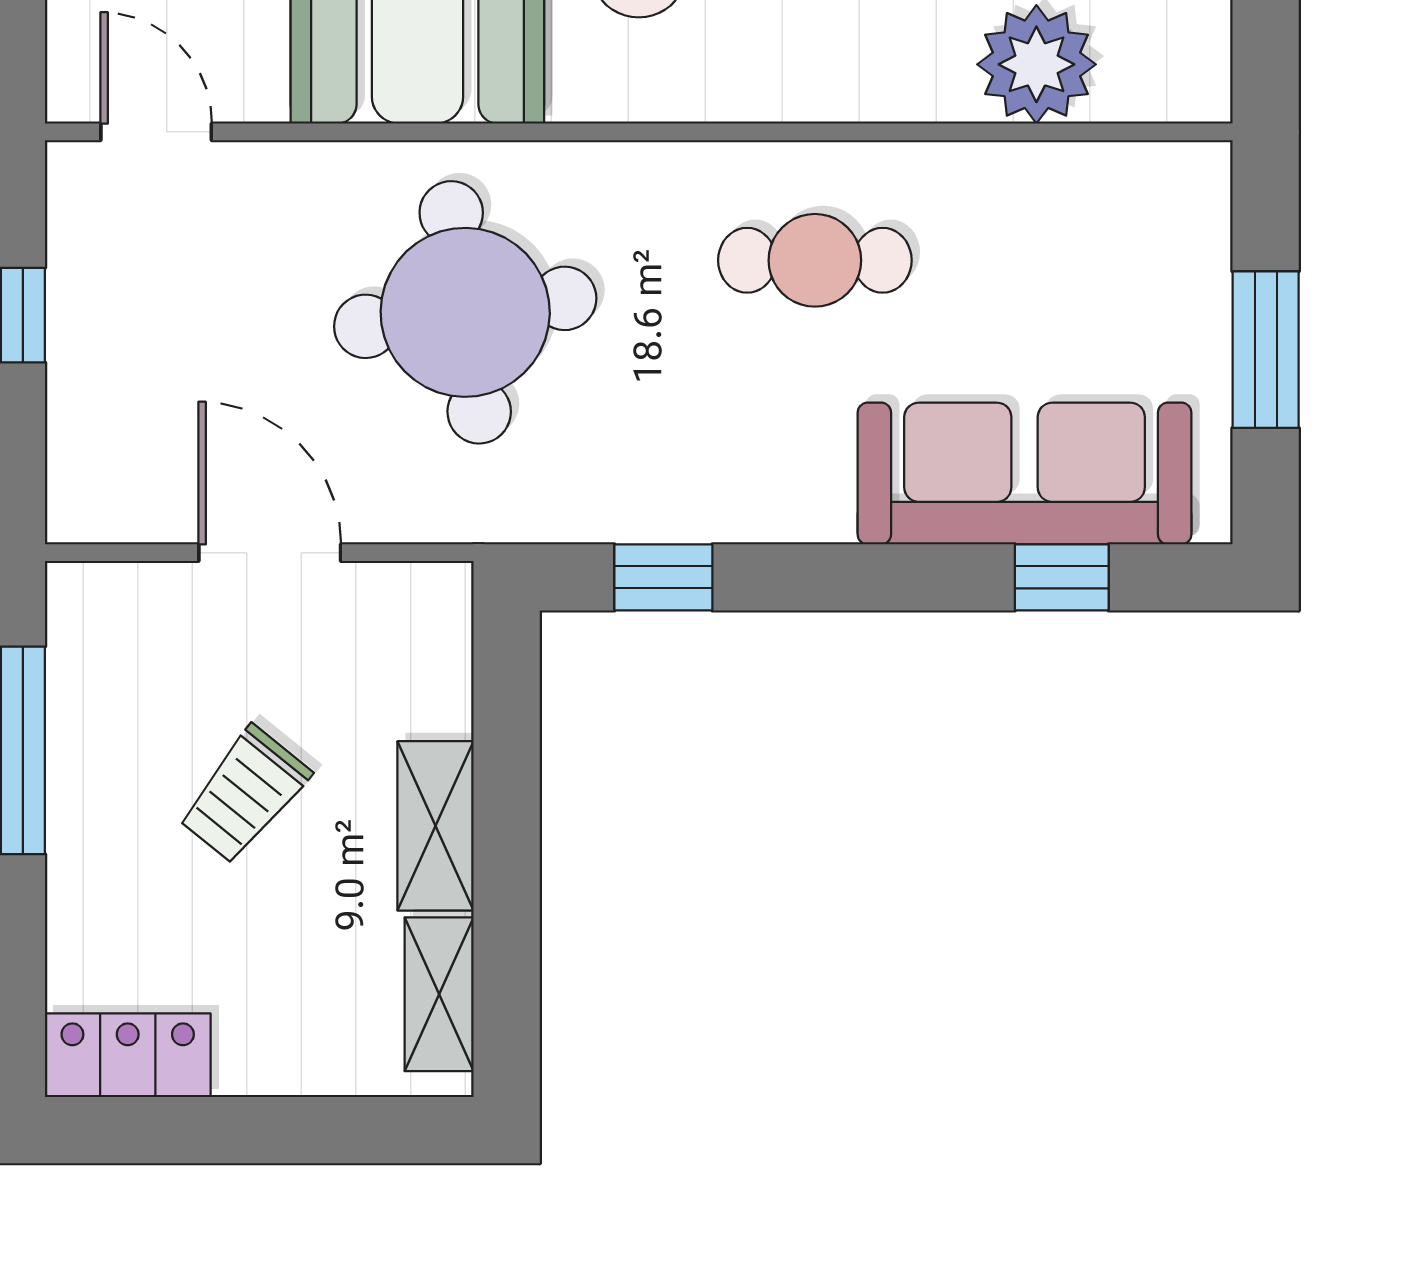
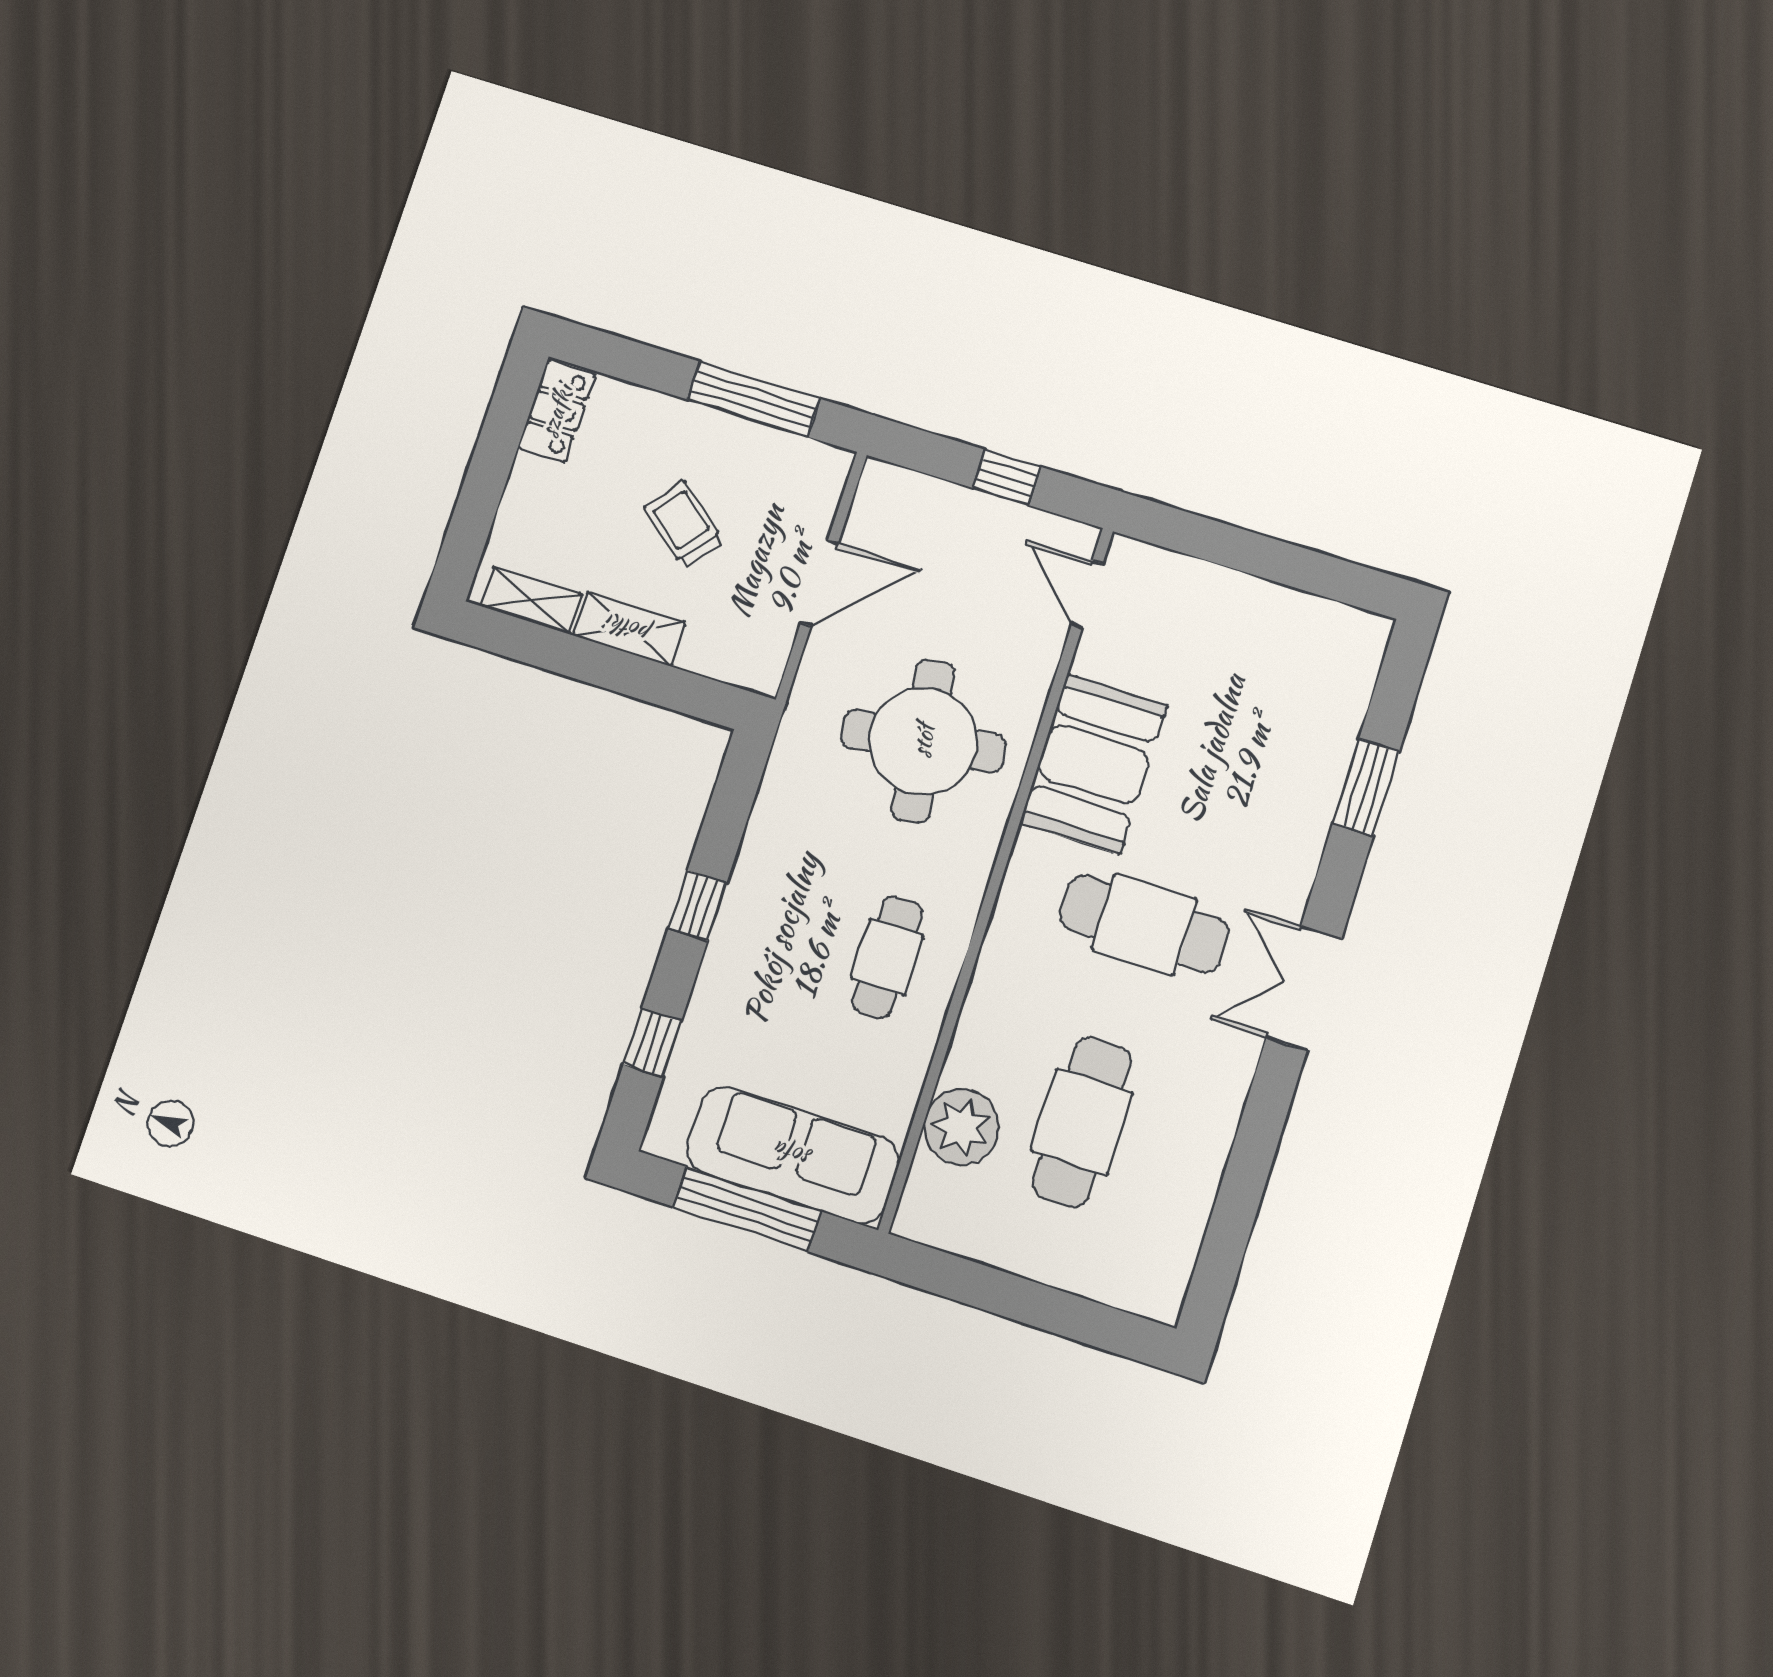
door: (156, 132) -> (1087, 594), swing flipped
window: (1266, 350) -> (747, 1209), width x1.44
sofa: (1025, 474) -> (793, 1155), moved, turned -90
window: (663, 577) -> (698, 905), moved

